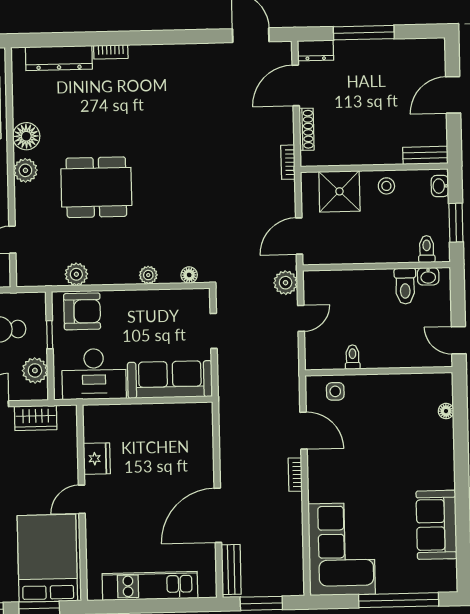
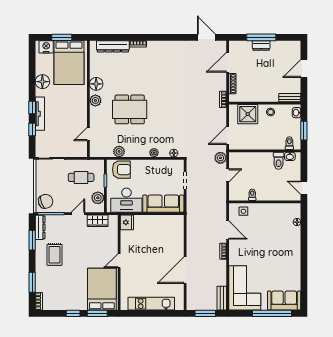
dresser: (315, 50) -> (261, 45), moved
fridge: (97, 459) -> (127, 222), moved
sofa: (436, 525) -> (284, 301), moved, turned 90
bench: (231, 570) -> (222, 298), moved

